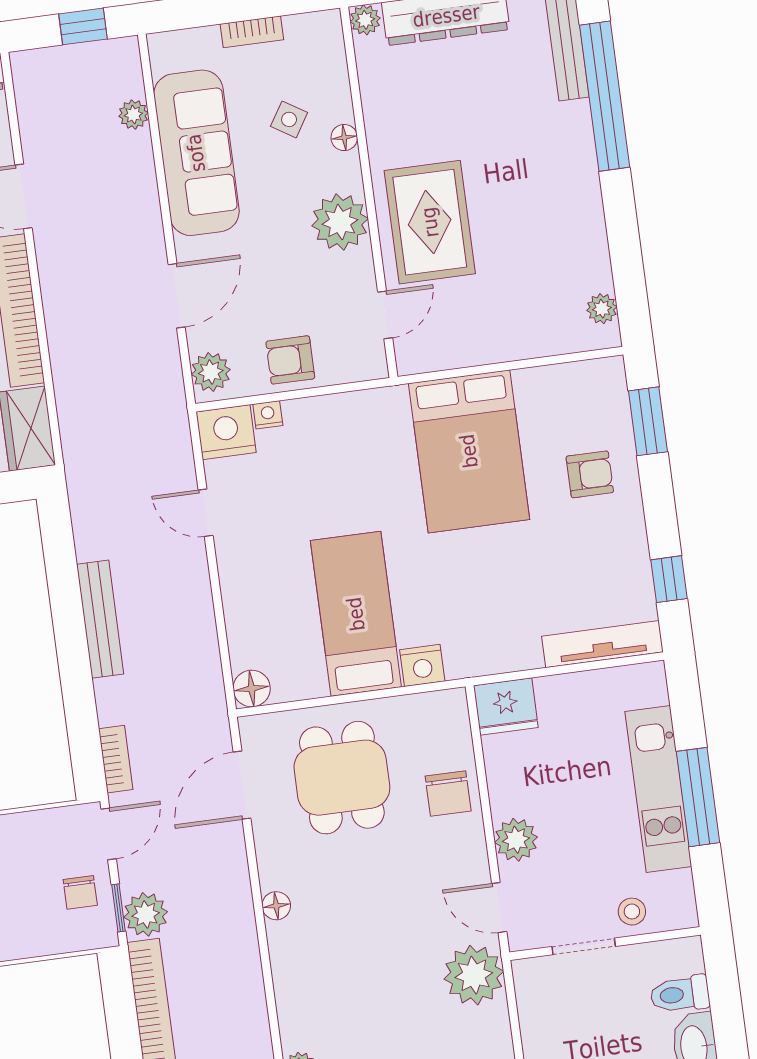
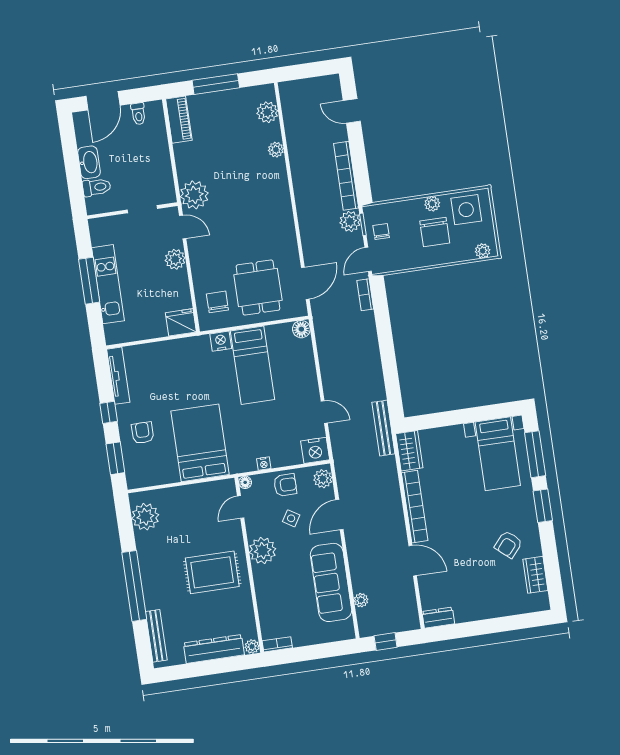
bookcase: (252, 32) -> (277, 644), moved
window: (605, 96) -> (134, 586), moved
side table: (289, 119) -> (291, 518), moved
floor lamp: (344, 138) -> (245, 482), moved
rug: (430, 222) -> (212, 572), moved, turned 90
plant: (602, 309) -> (145, 517), width x1.88, depth x1.88
nightstand: (268, 415) -> (264, 464), moved
armchair: (590, 474) -> (143, 433), turned 90
window: (669, 579) -> (109, 412), moved
bench: (100, 619) -> (383, 428), moved
tv unit: (602, 644) -> (118, 376), moved, turned -90
chair: (448, 793) -> (217, 302), moved
floor lamp: (276, 906) -> (288, 226), removed
stool: (632, 912) -> (120, 226), removed

